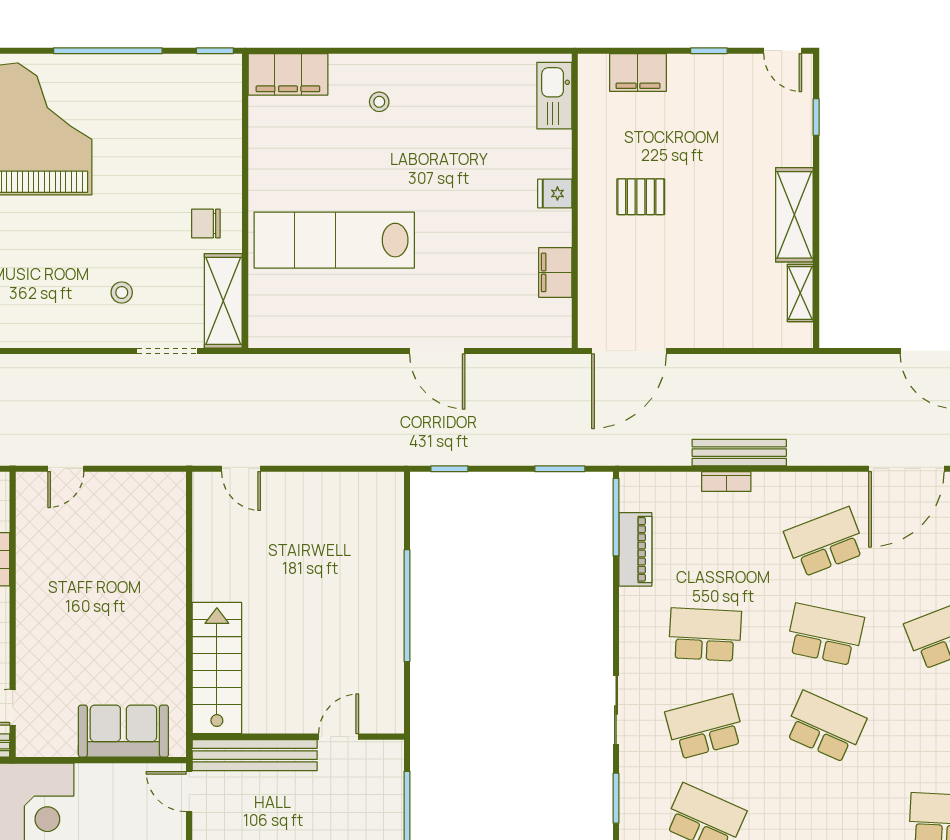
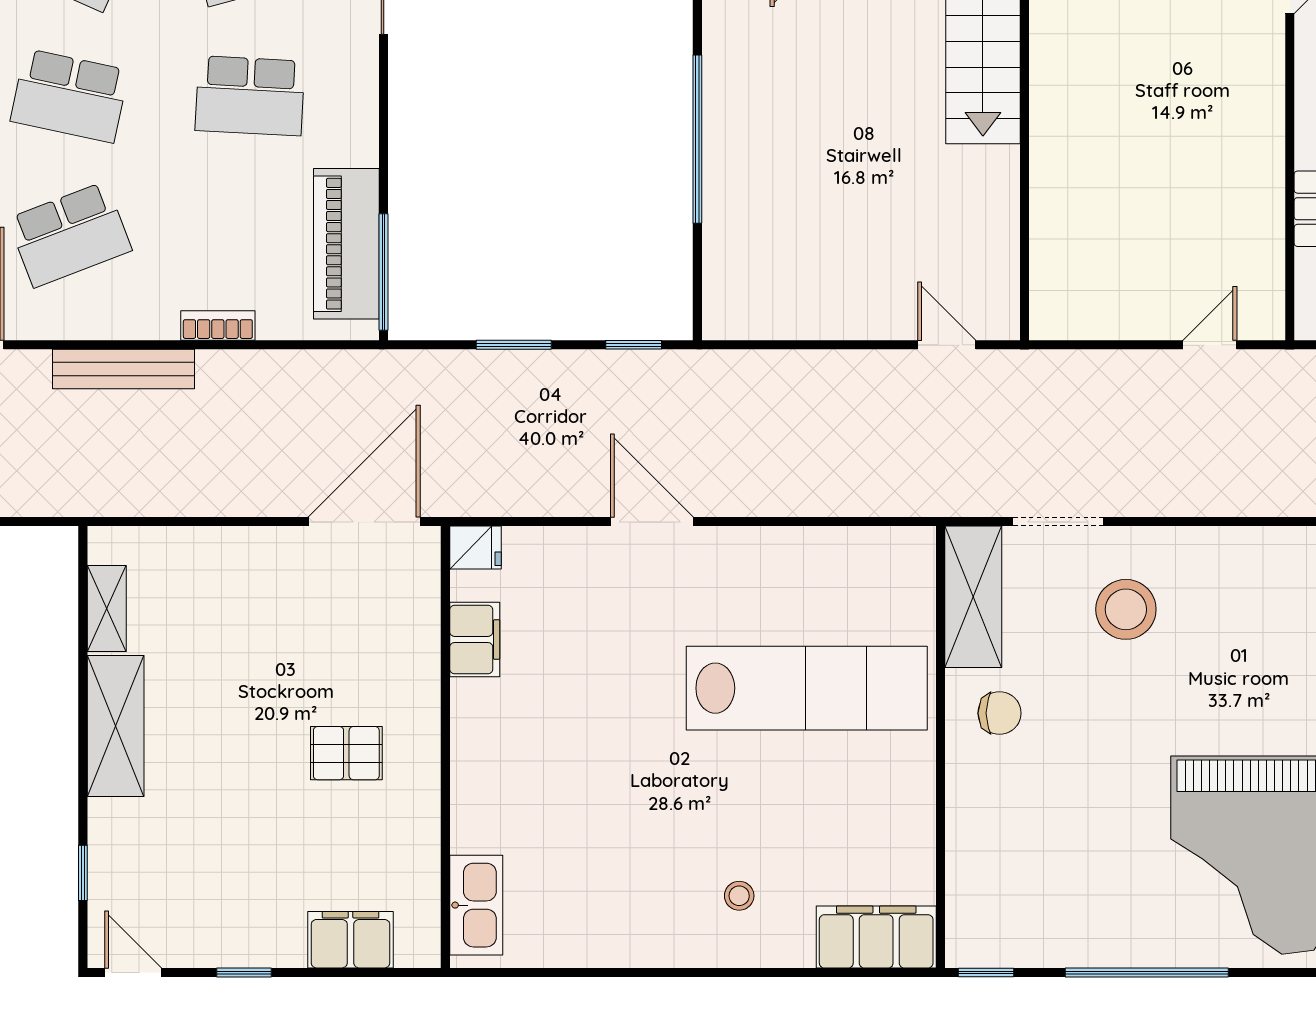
fridge: (555, 193) -> (476, 547), moved
stool: (122, 292) -> (1126, 609), width x1.89, depth x1.89
bench: (739, 453) -> (123, 369), moved
window: (560, 469) -> (514, 345), moved
piano: (635, 549) -> (346, 244), width x1.37, depth x1.33

